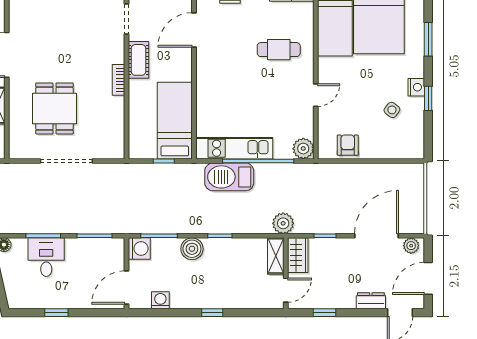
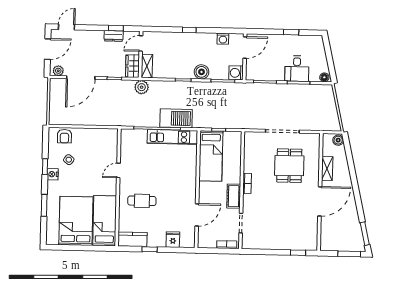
armchair: (348, 145) -> (64, 136), moved
plant: (303, 149) -> (127, 136), removed
dresser: (371, 301) -> (114, 36), moved

